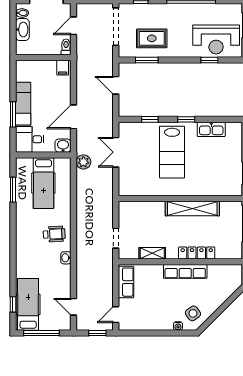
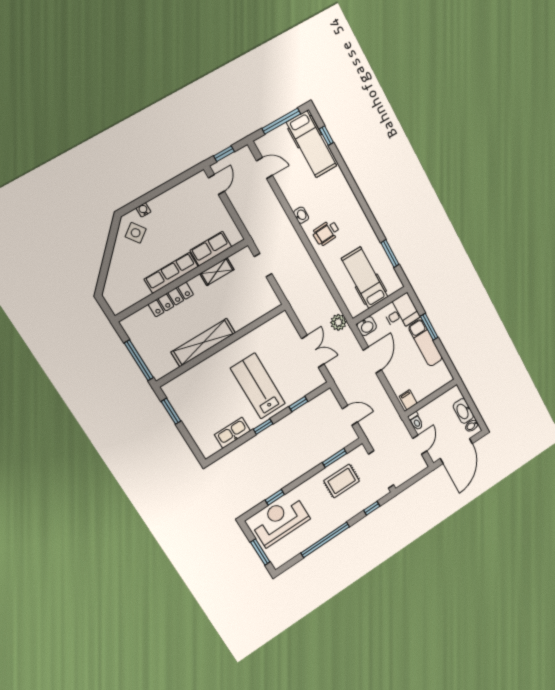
row of seats: (126, 282) -> (211, 249), moved, turned 90

